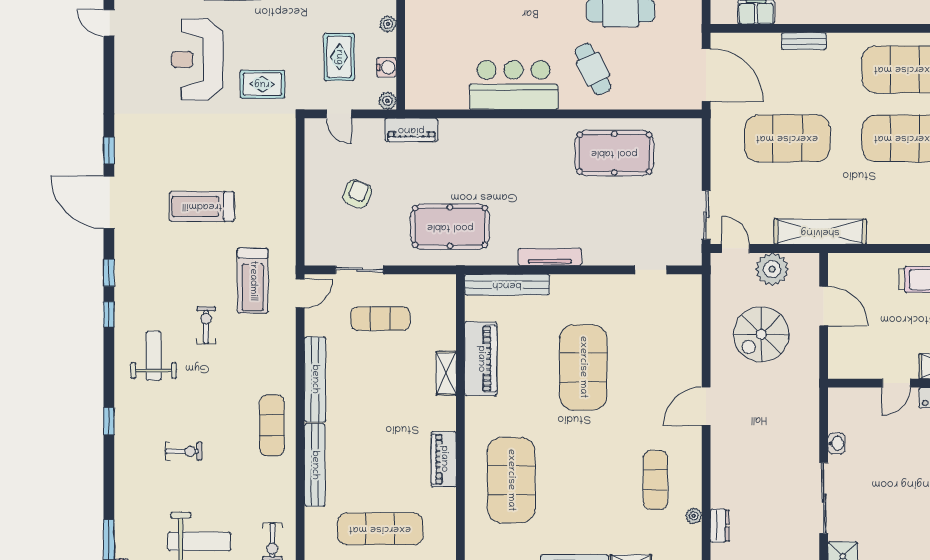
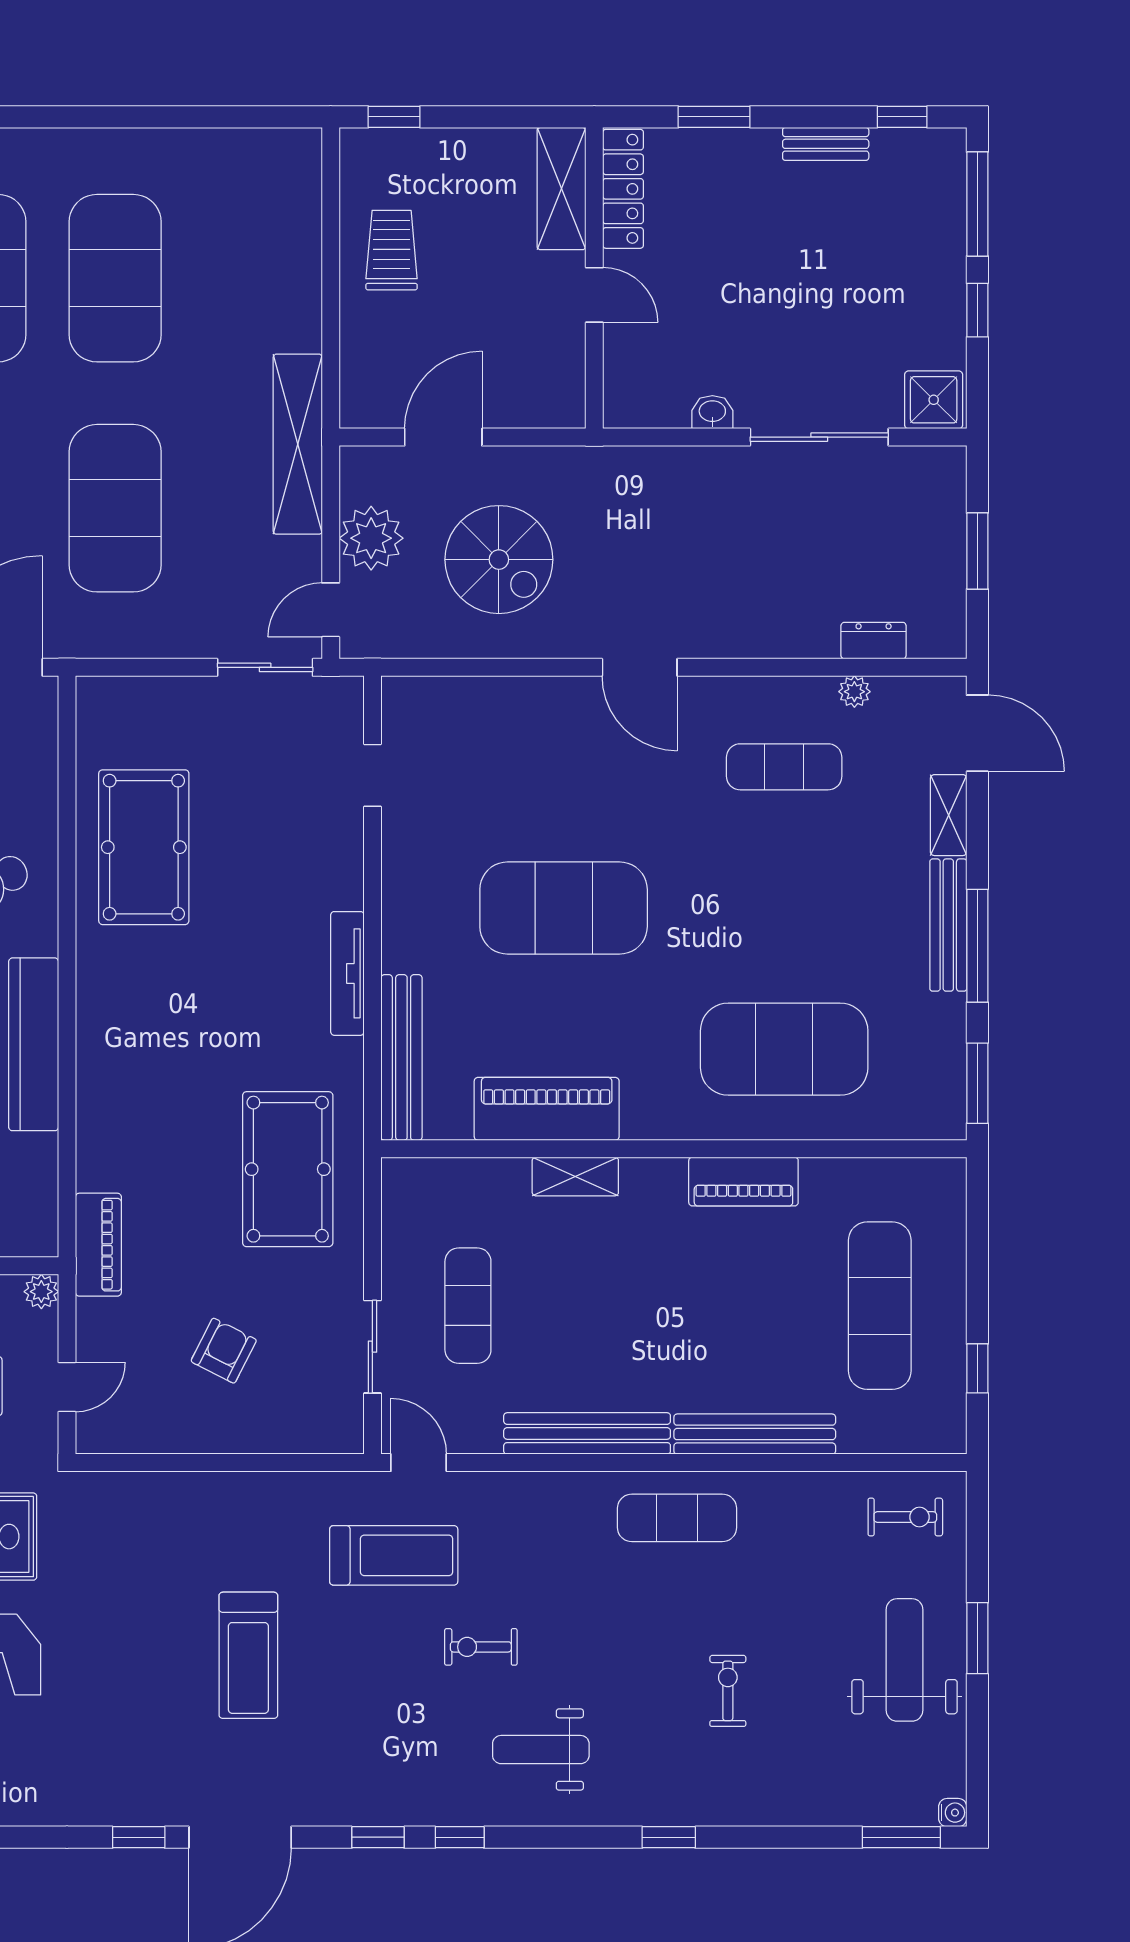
armchair: (357, 194) -> (224, 1351), turned 95

